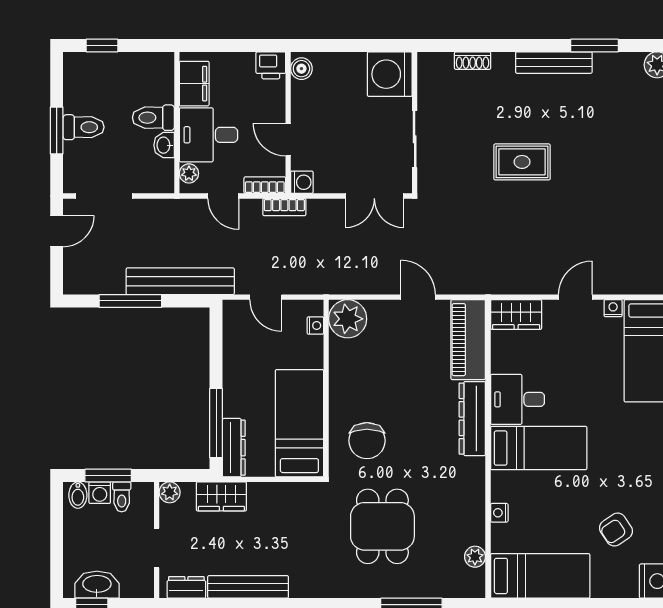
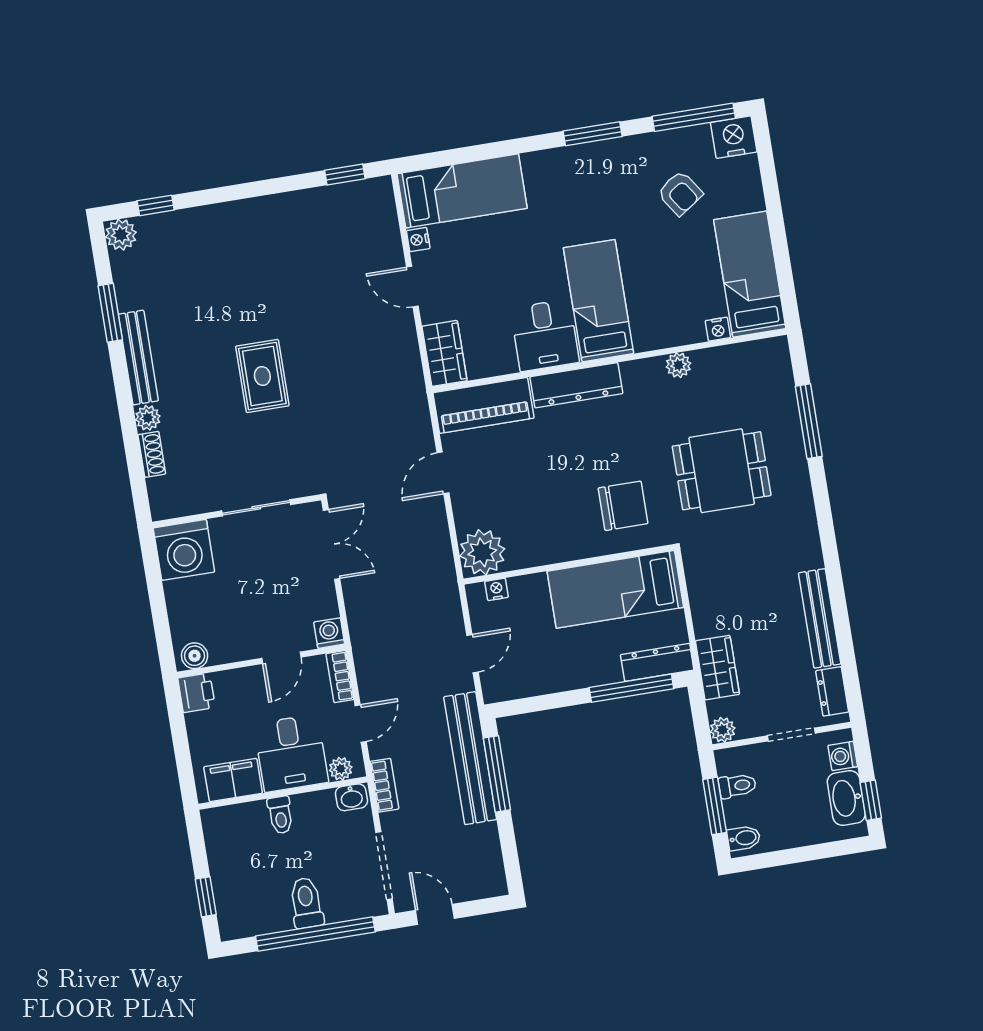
plant: (503, 62) -> (148, 418), added
toilet: (153, 118) -> (280, 815), width x0.73, depth x0.72
window: (57, 131) -> (315, 934), width x2.11
washbasin: (164, 145) -> (351, 797), moved
bookcase: (284, 207) -> (384, 785), moved
window: (130, 301) -> (497, 774), moved
washing machine: (100, 493) -> (843, 756), moved, turned 180
nightstand: (499, 513) -> (718, 329), moved
plant: (475, 557) -> (678, 365), moved

